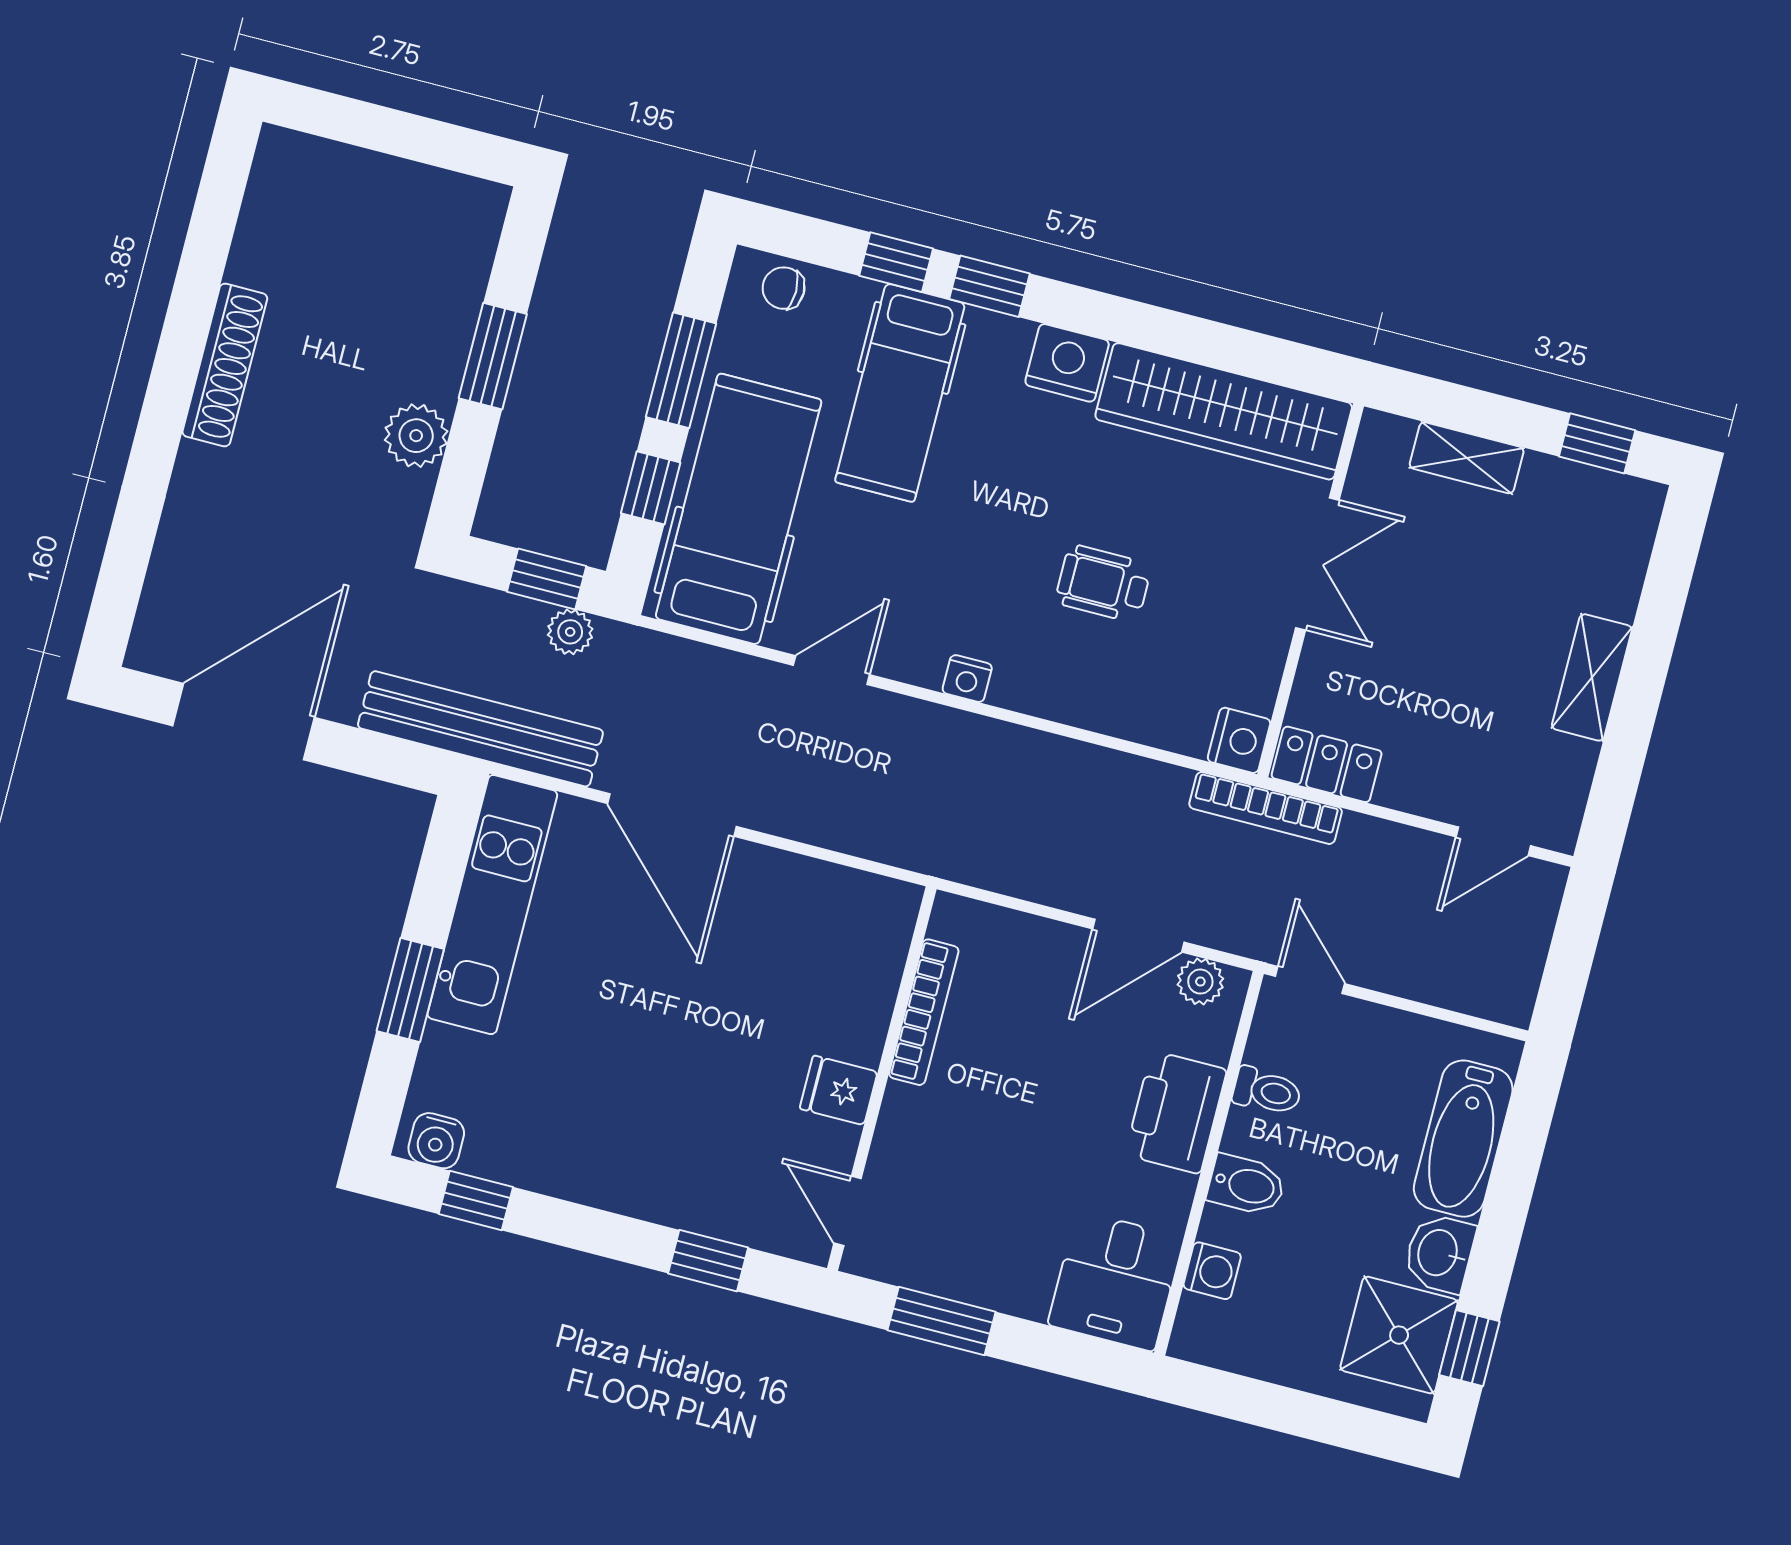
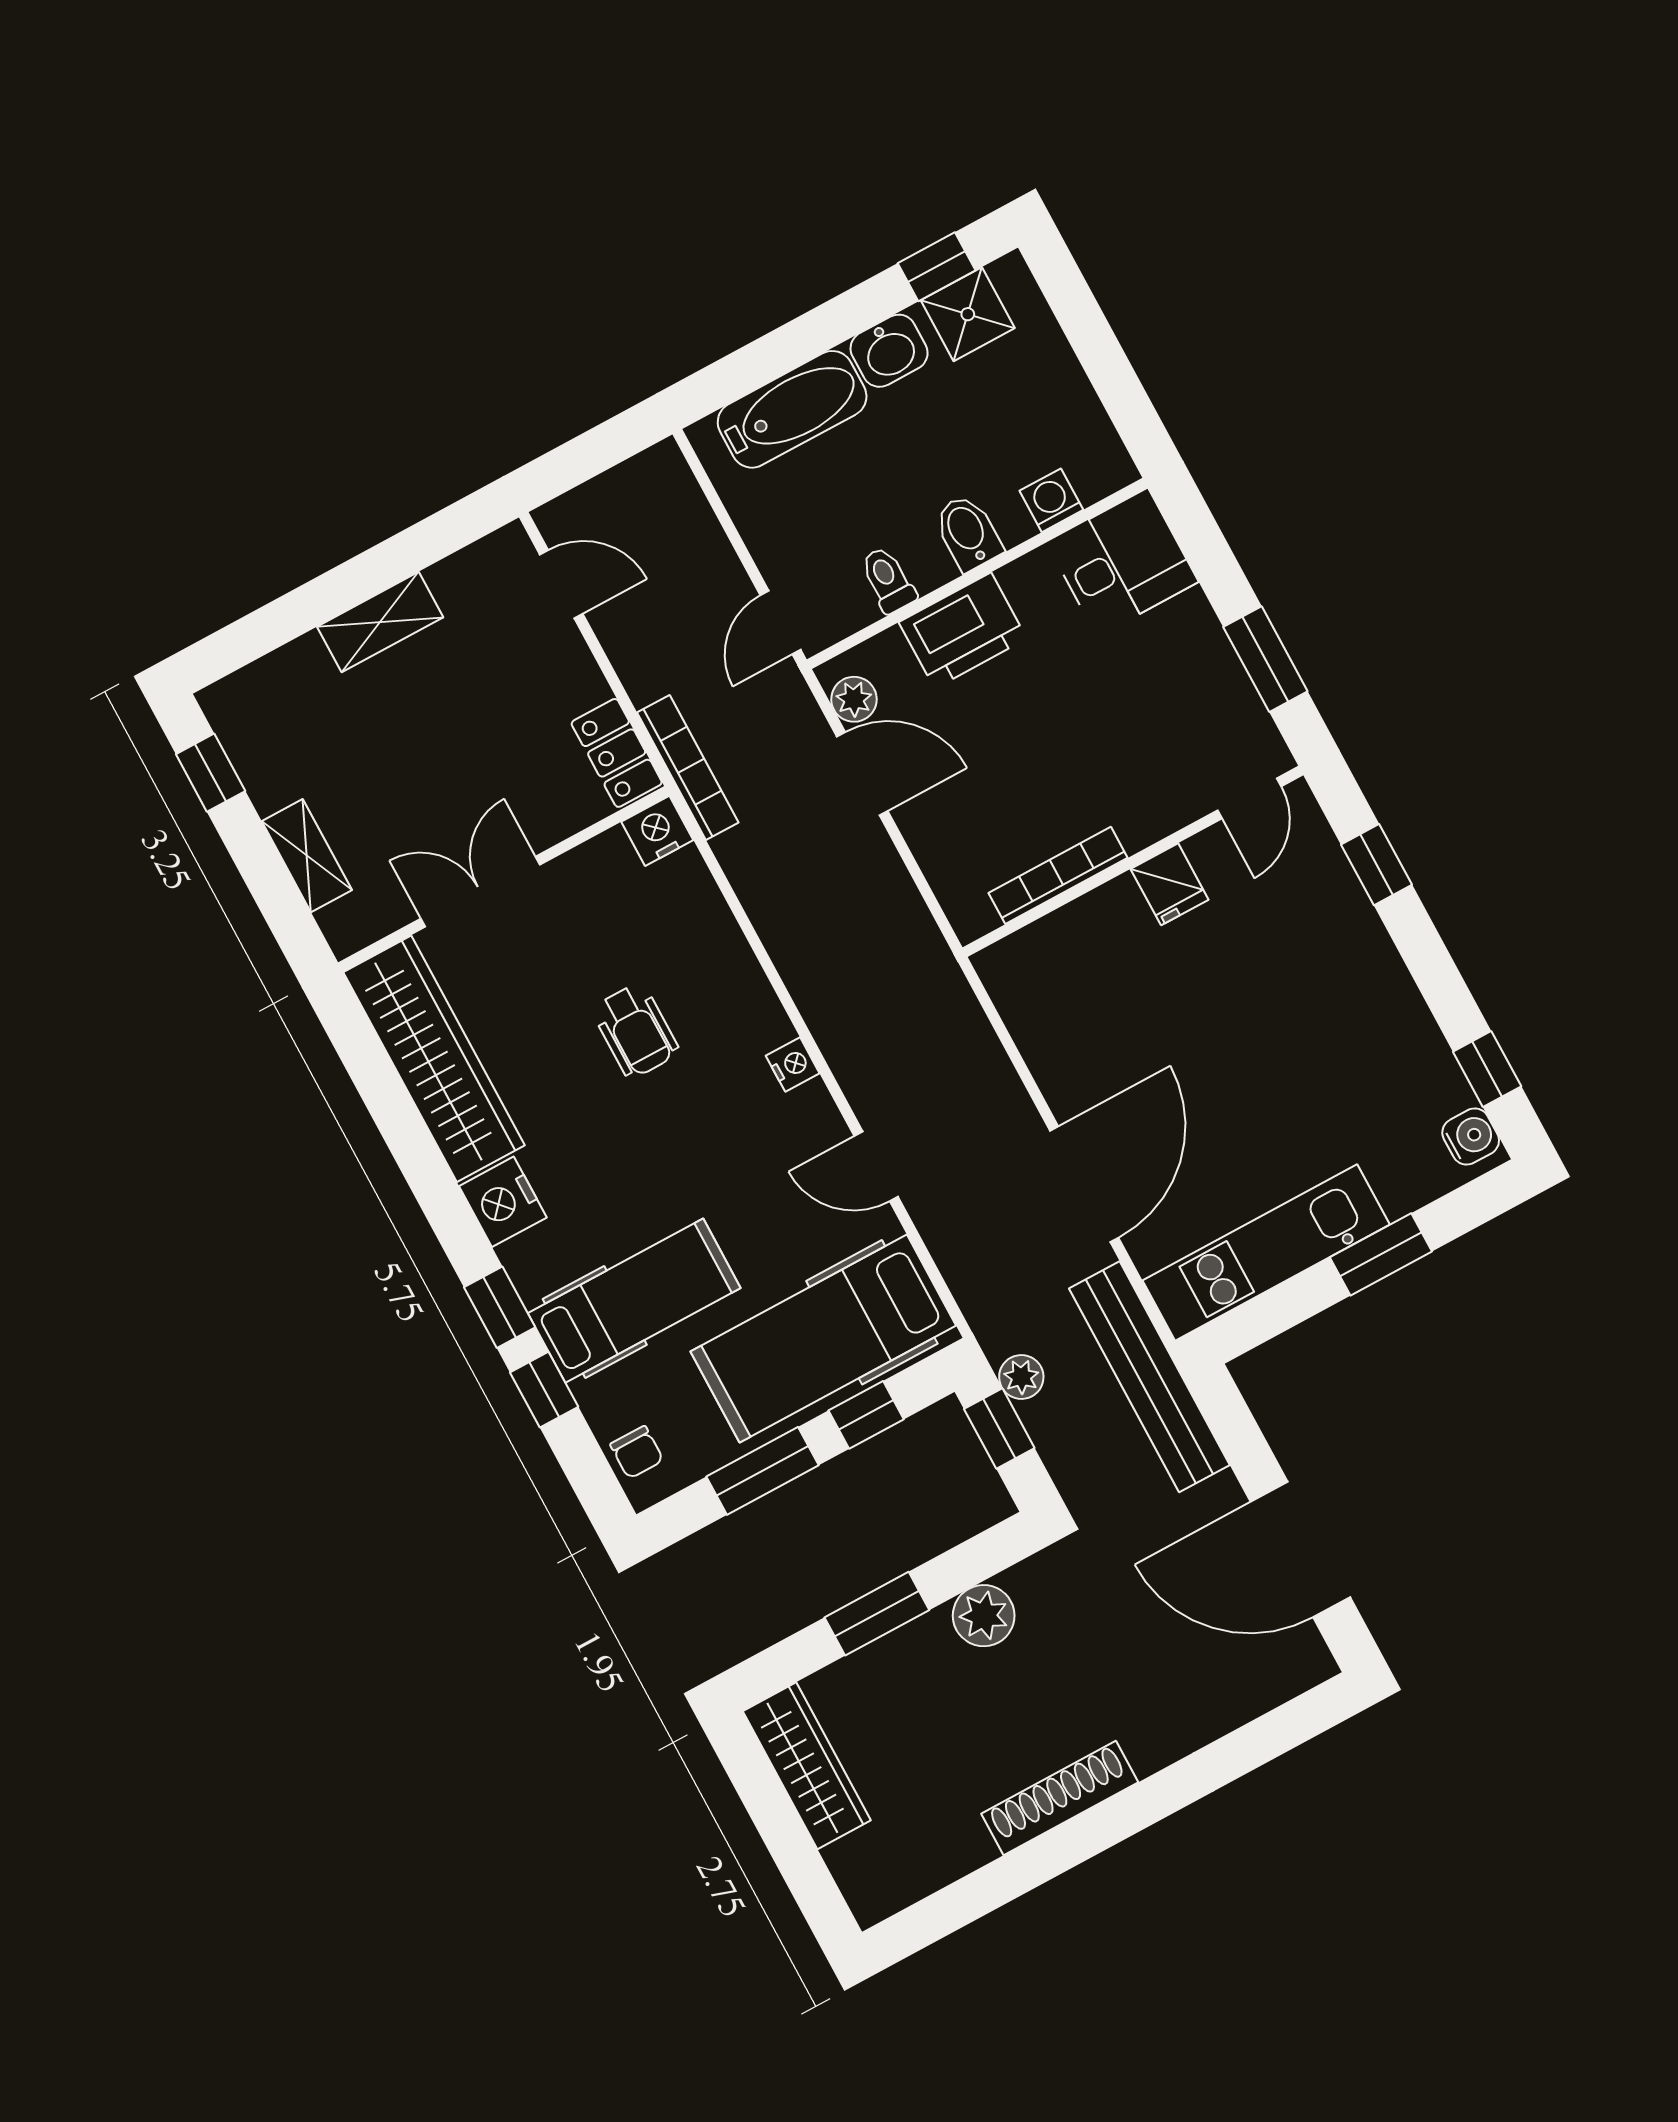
wardrobe: (427, 196) -> (807, 1766), added
shower: (1399, 1335) -> (968, 314), width x0.73, depth x0.73

